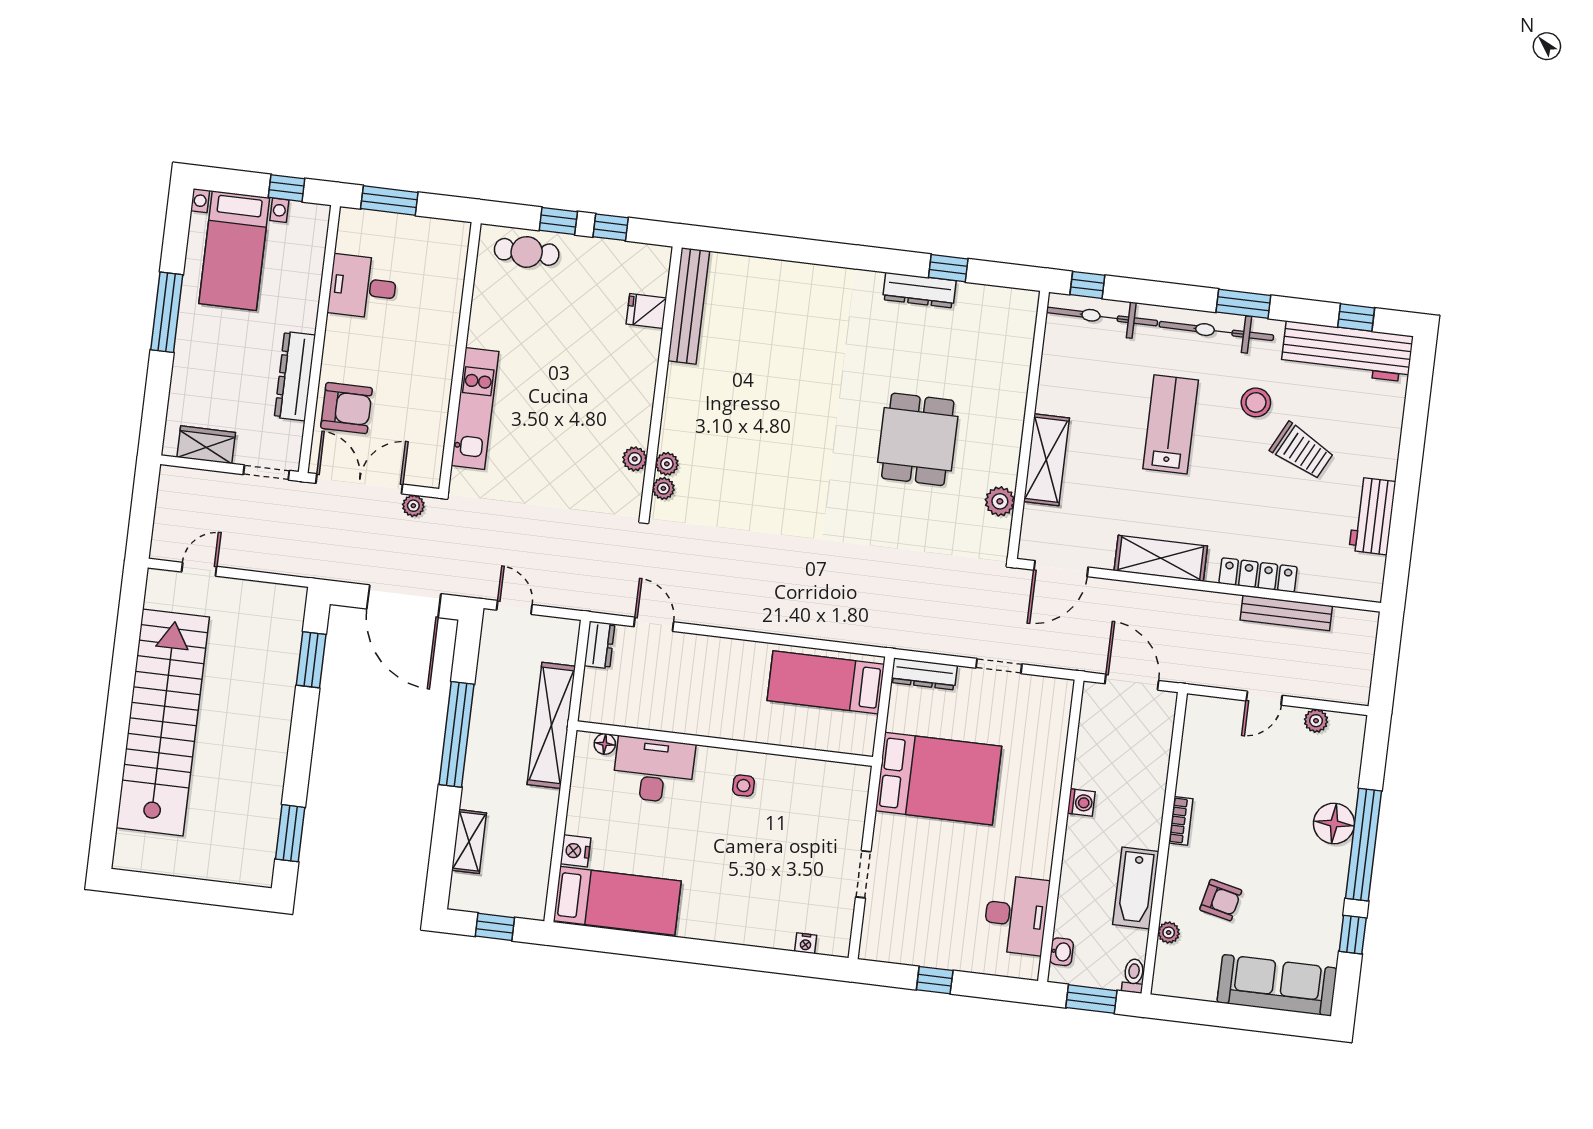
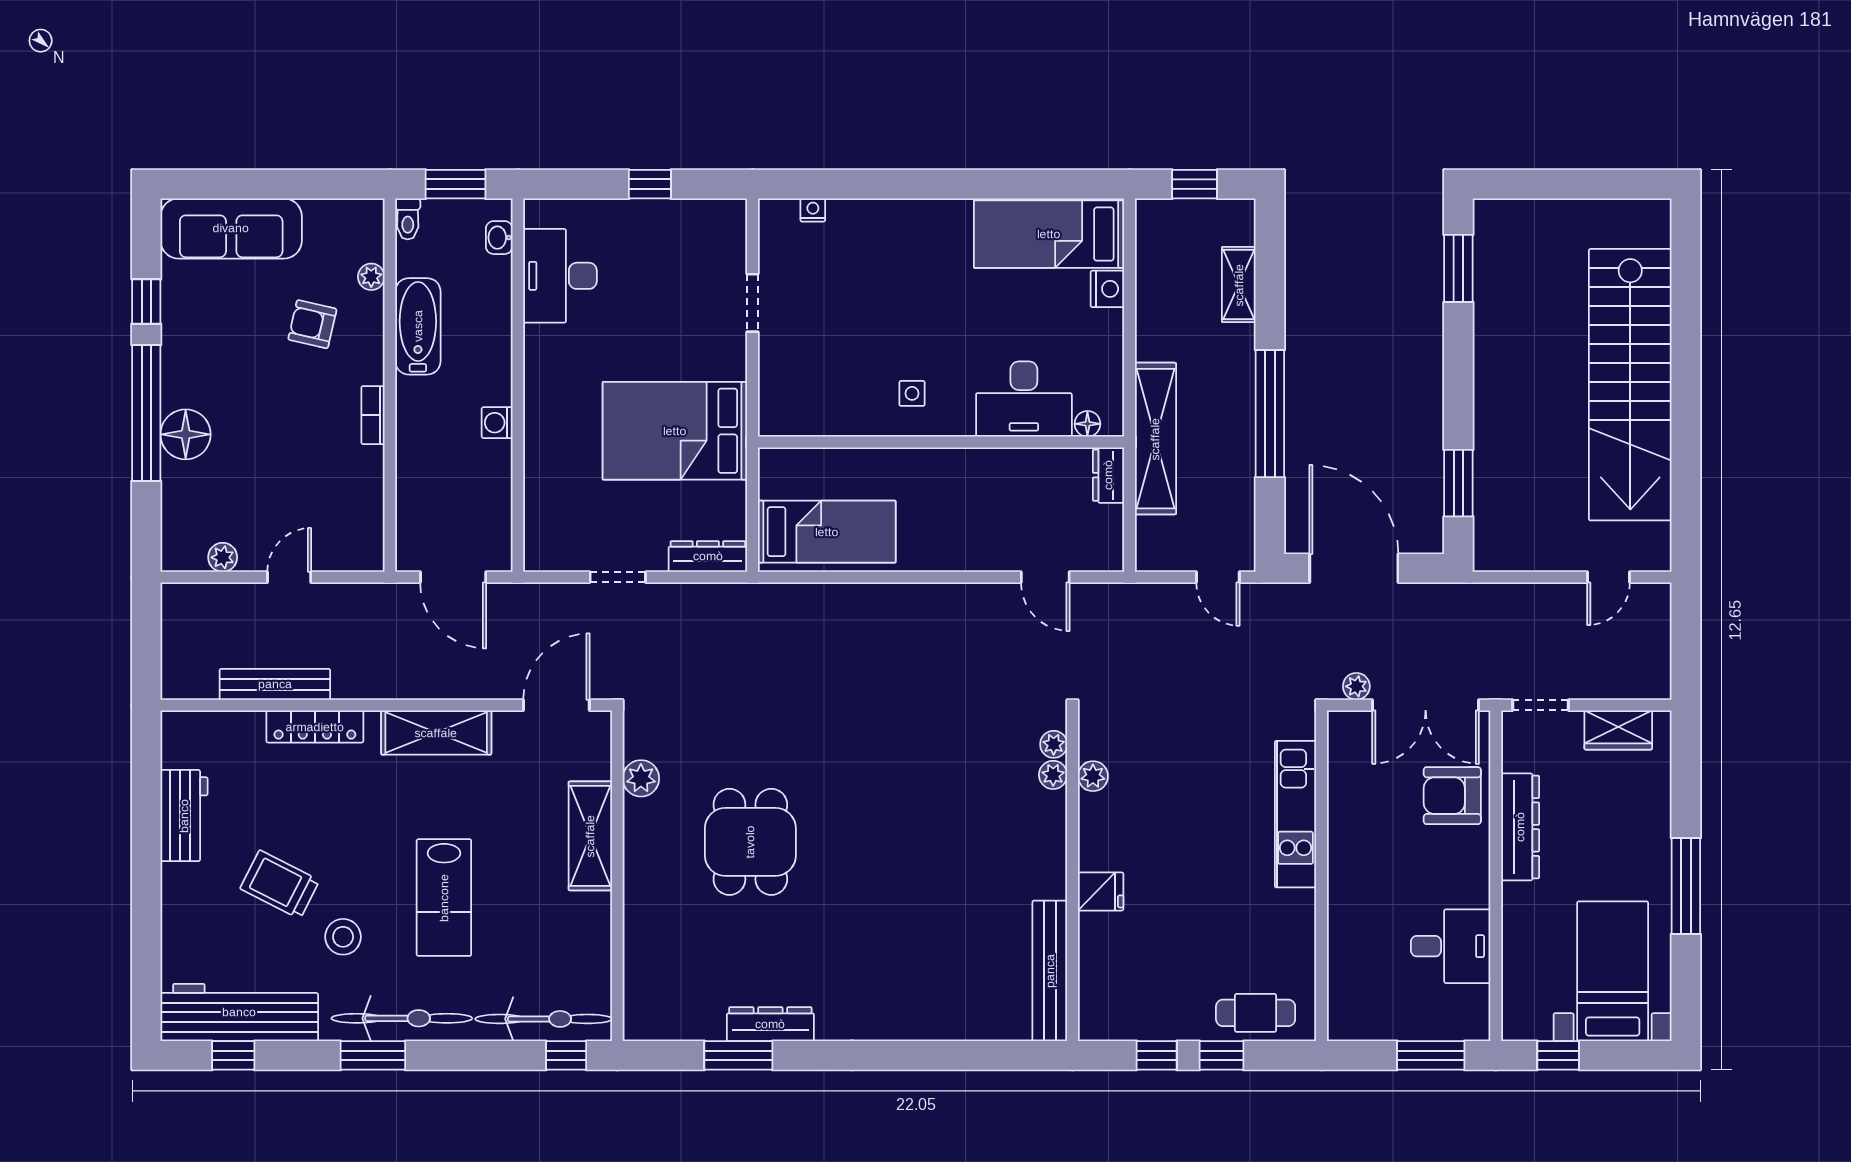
window: (948, 268) -> (738, 1055), width x1.50
fridge: (646, 311) -> (1101, 892), moved
dresser: (600, 645) -> (1108, 475), moved

